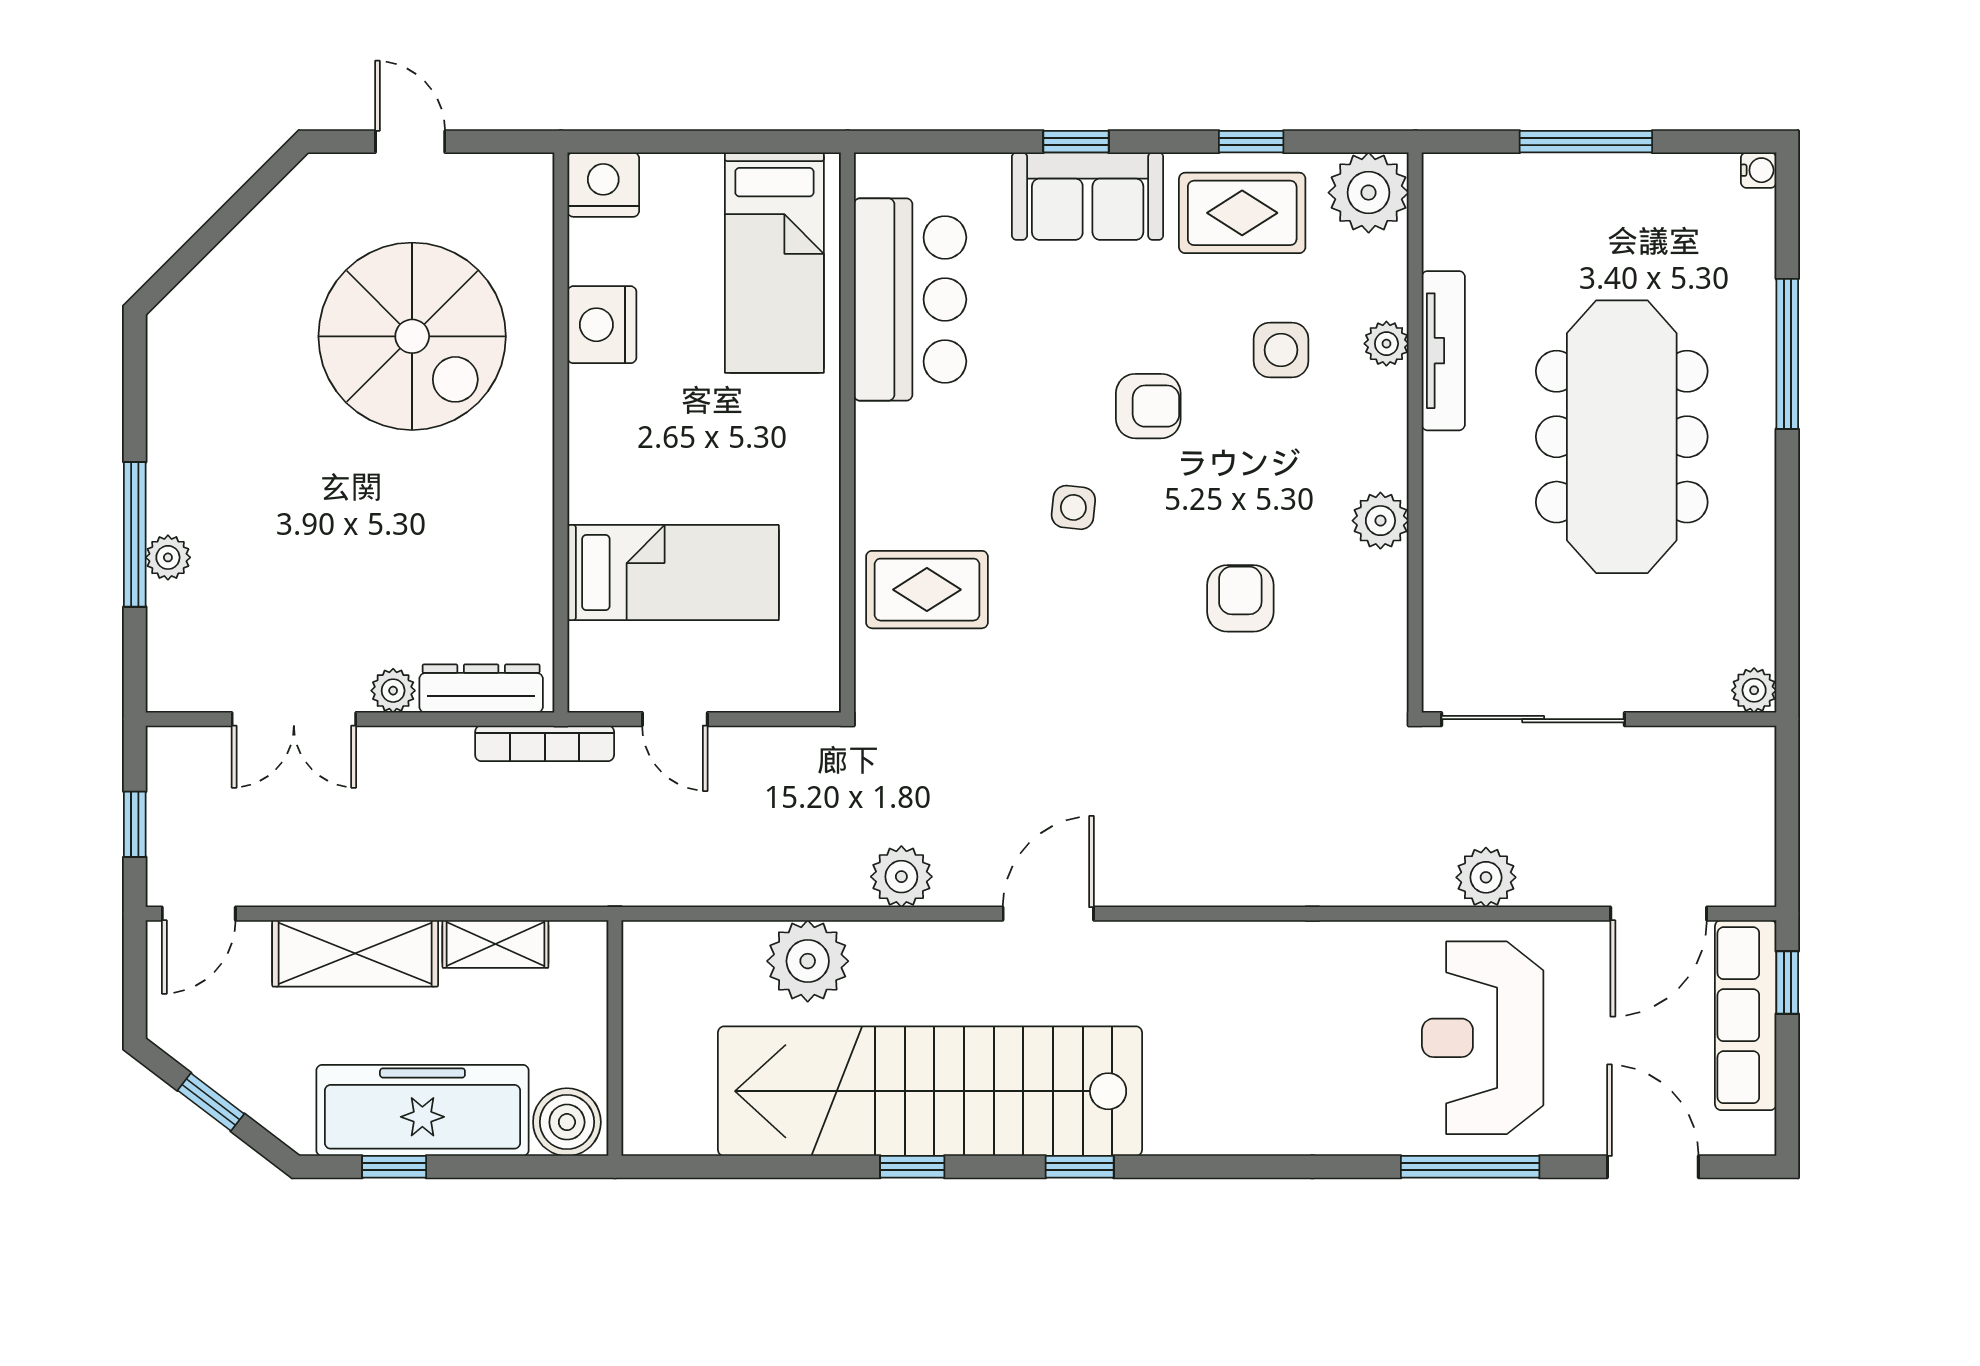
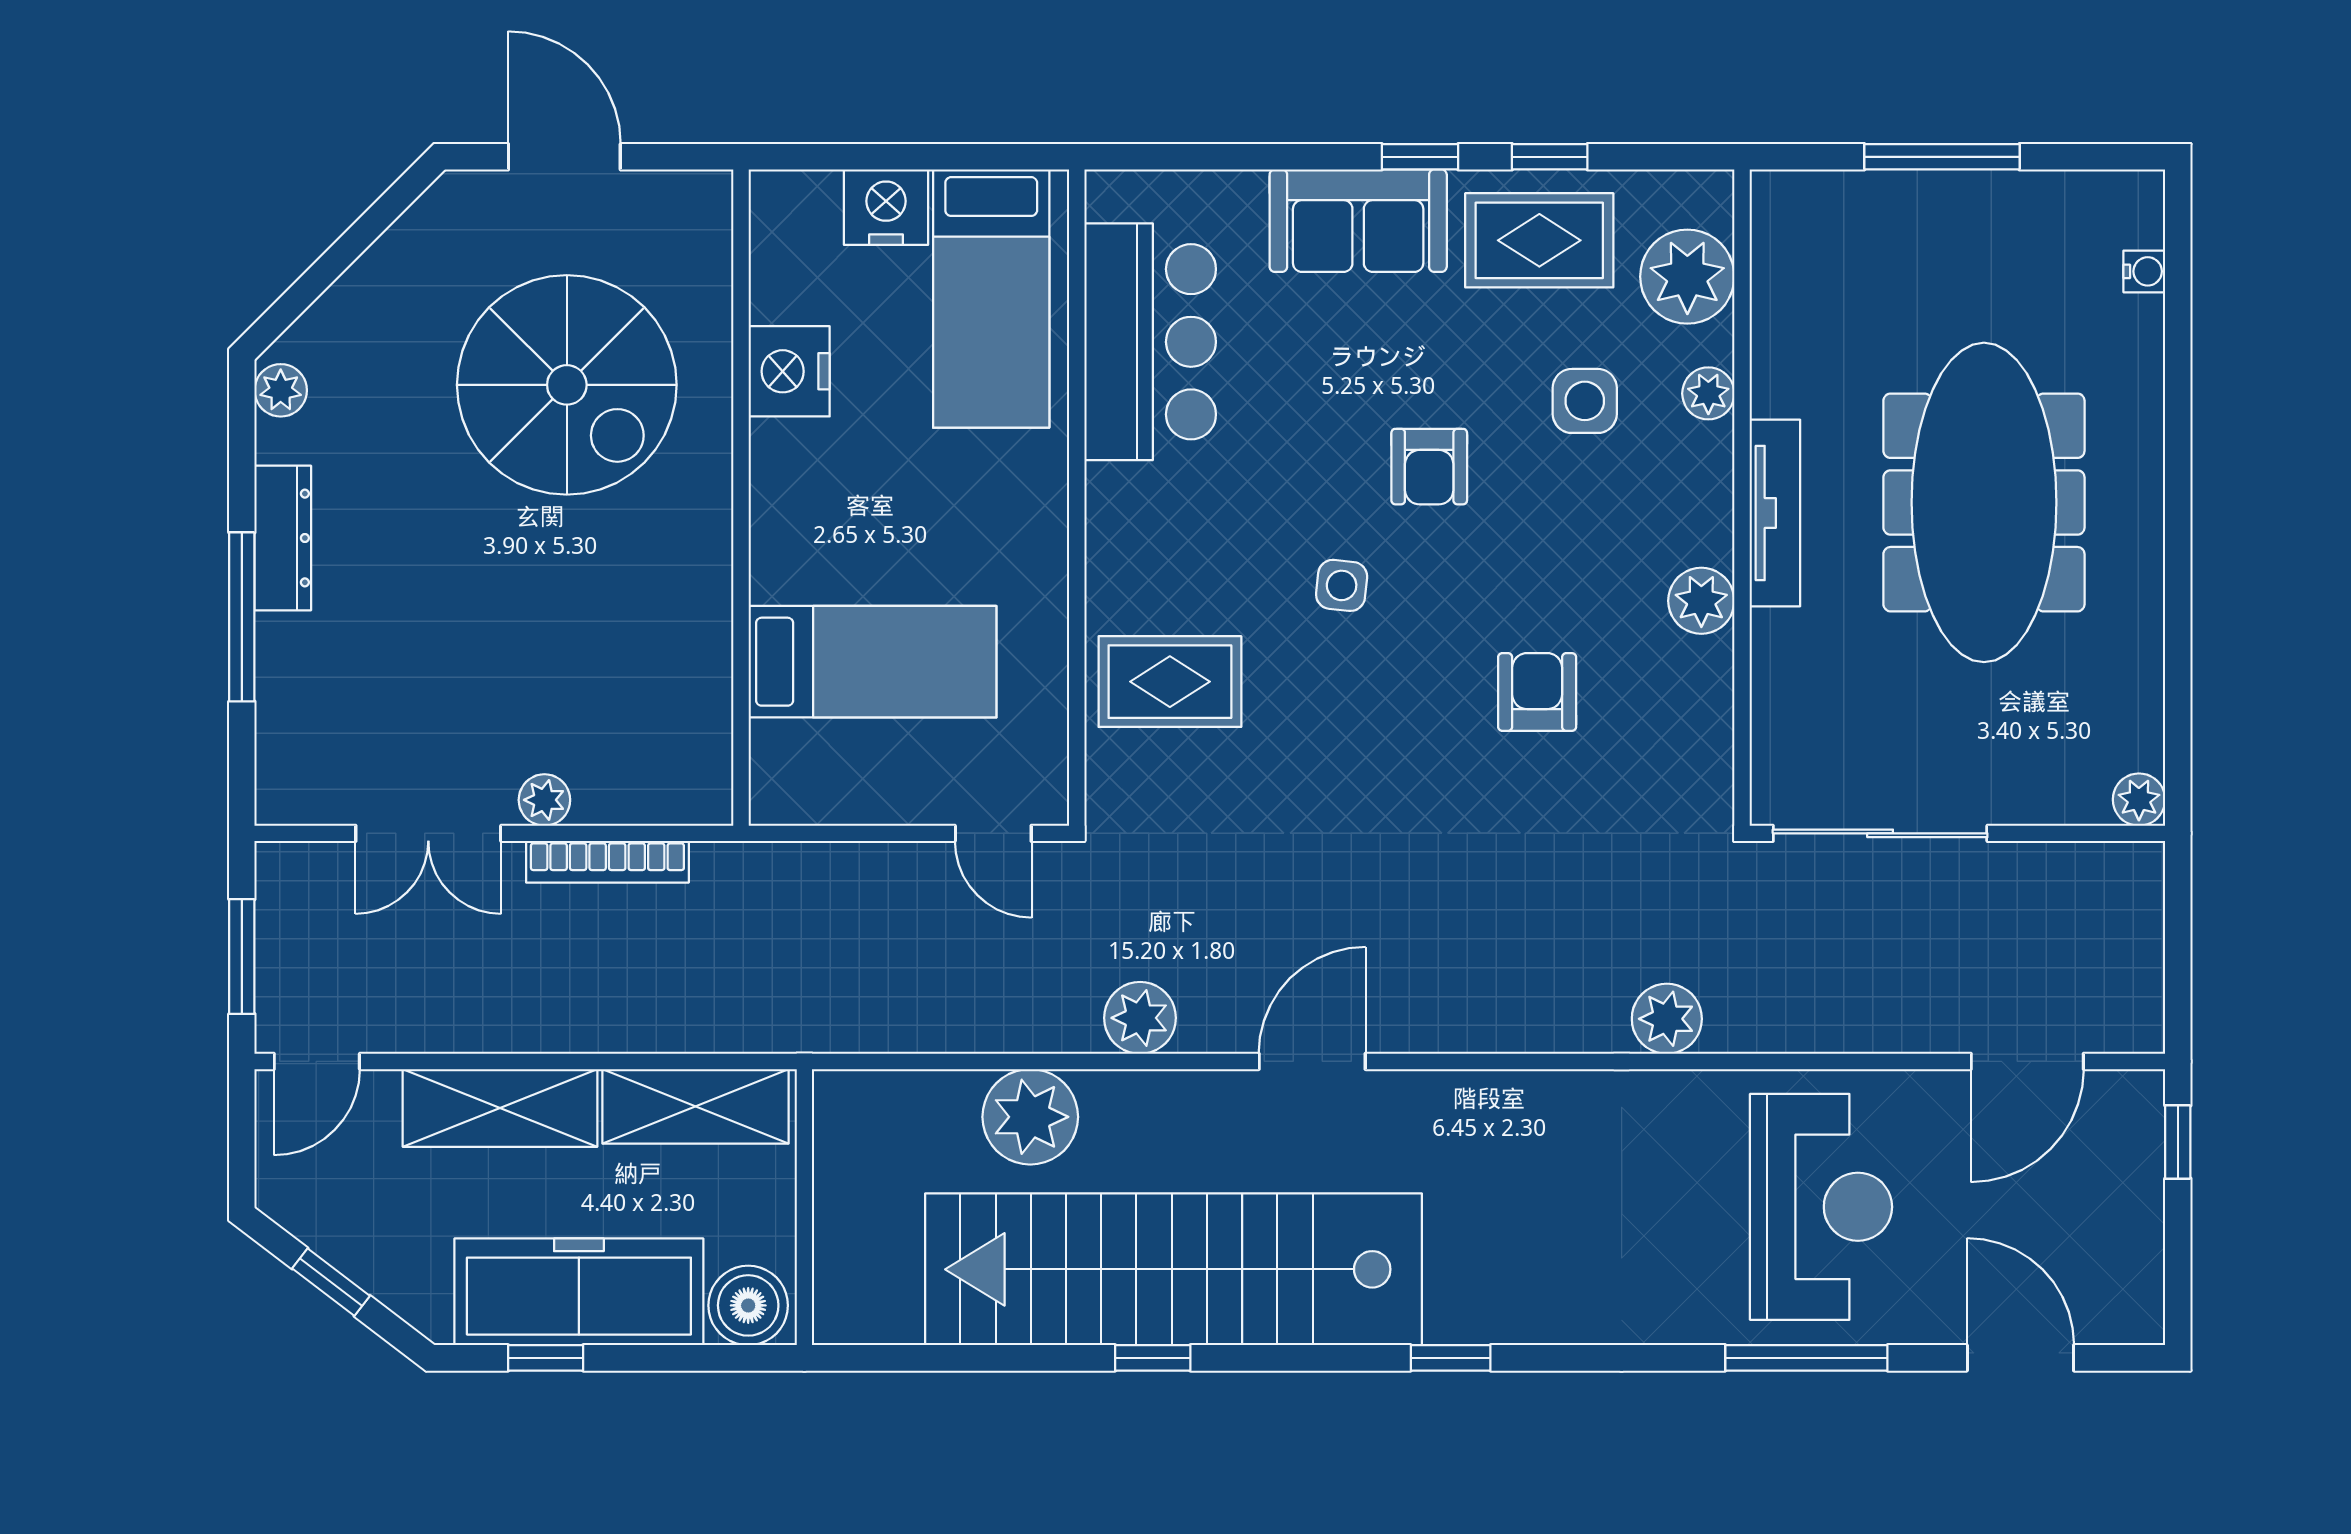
door: (410, 142) -> (564, 157), width x1.38
window: (1076, 142) -> (1420, 157), moved
water cooler: (1759, 170) -> (2144, 271), moved
nightstand: (603, 185) -> (886, 207), moved
plant: (1369, 193) -> (1687, 277), moved
tv unit: (1443, 351) -> (1775, 513), moved
window: (1787, 354) -> (2178, 405), removed
armchair: (1148, 406) -> (1429, 467), turned 90
plant: (168, 557) -> (281, 390), moved
dresser: (481, 688) -> (283, 538), moved, turned 90
door: (675, 719) -> (993, 833), moved
bookcase: (545, 743) -> (607, 862), moved
window: (135, 824) -> (242, 957), width x1.50
plant: (1486, 877) -> (1667, 1019), moved
shelving: (495, 944) -> (695, 1106), width x1.50, depth x1.33
row of seats: (1746, 1015) -> (2129, 1180), removed
reception desk: (1483, 1038) -> (1821, 1207), turned 180
window: (1080, 1167) -> (1451, 1358), moved

